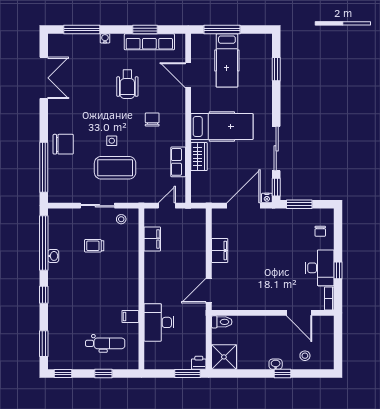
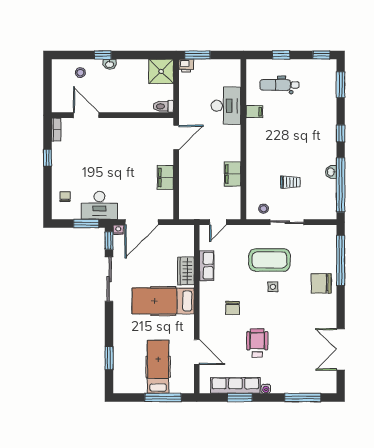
water cooler: (105, 38) -> (266, 389), moved
filing cabinet: (152, 239) -> (232, 174), moved
desk: (320, 268) -> (99, 205), moved, turned -90

